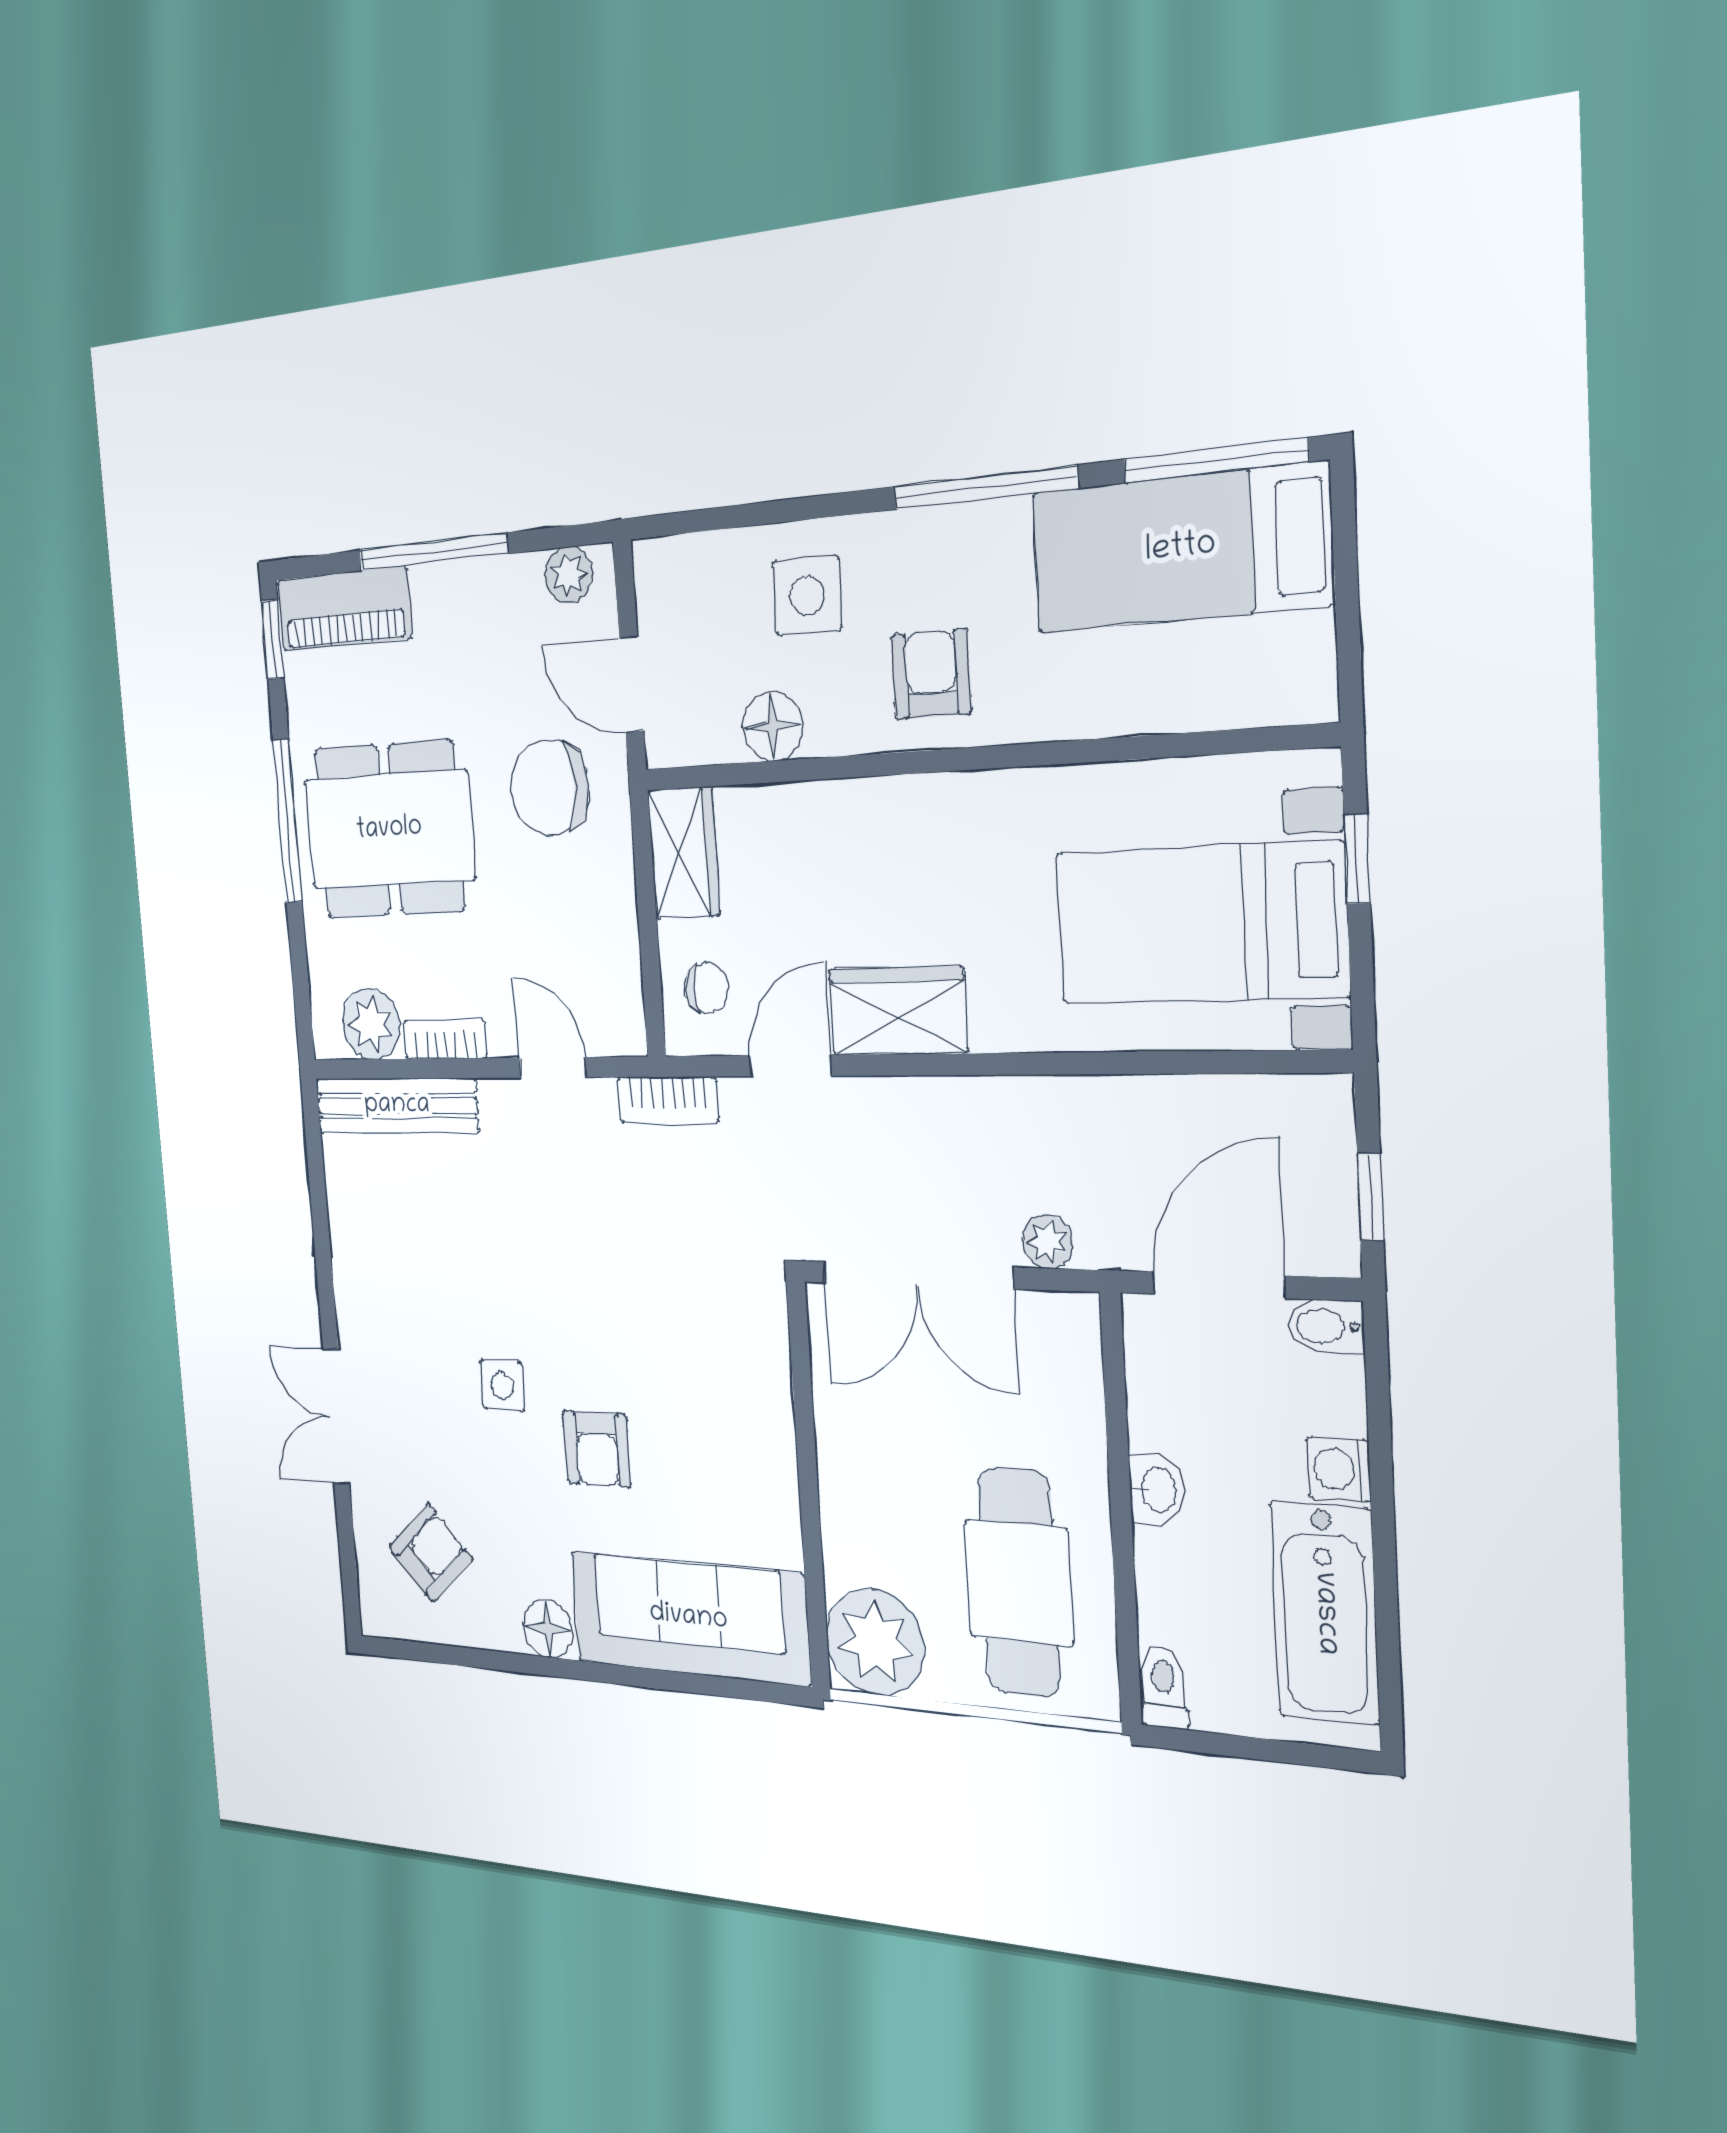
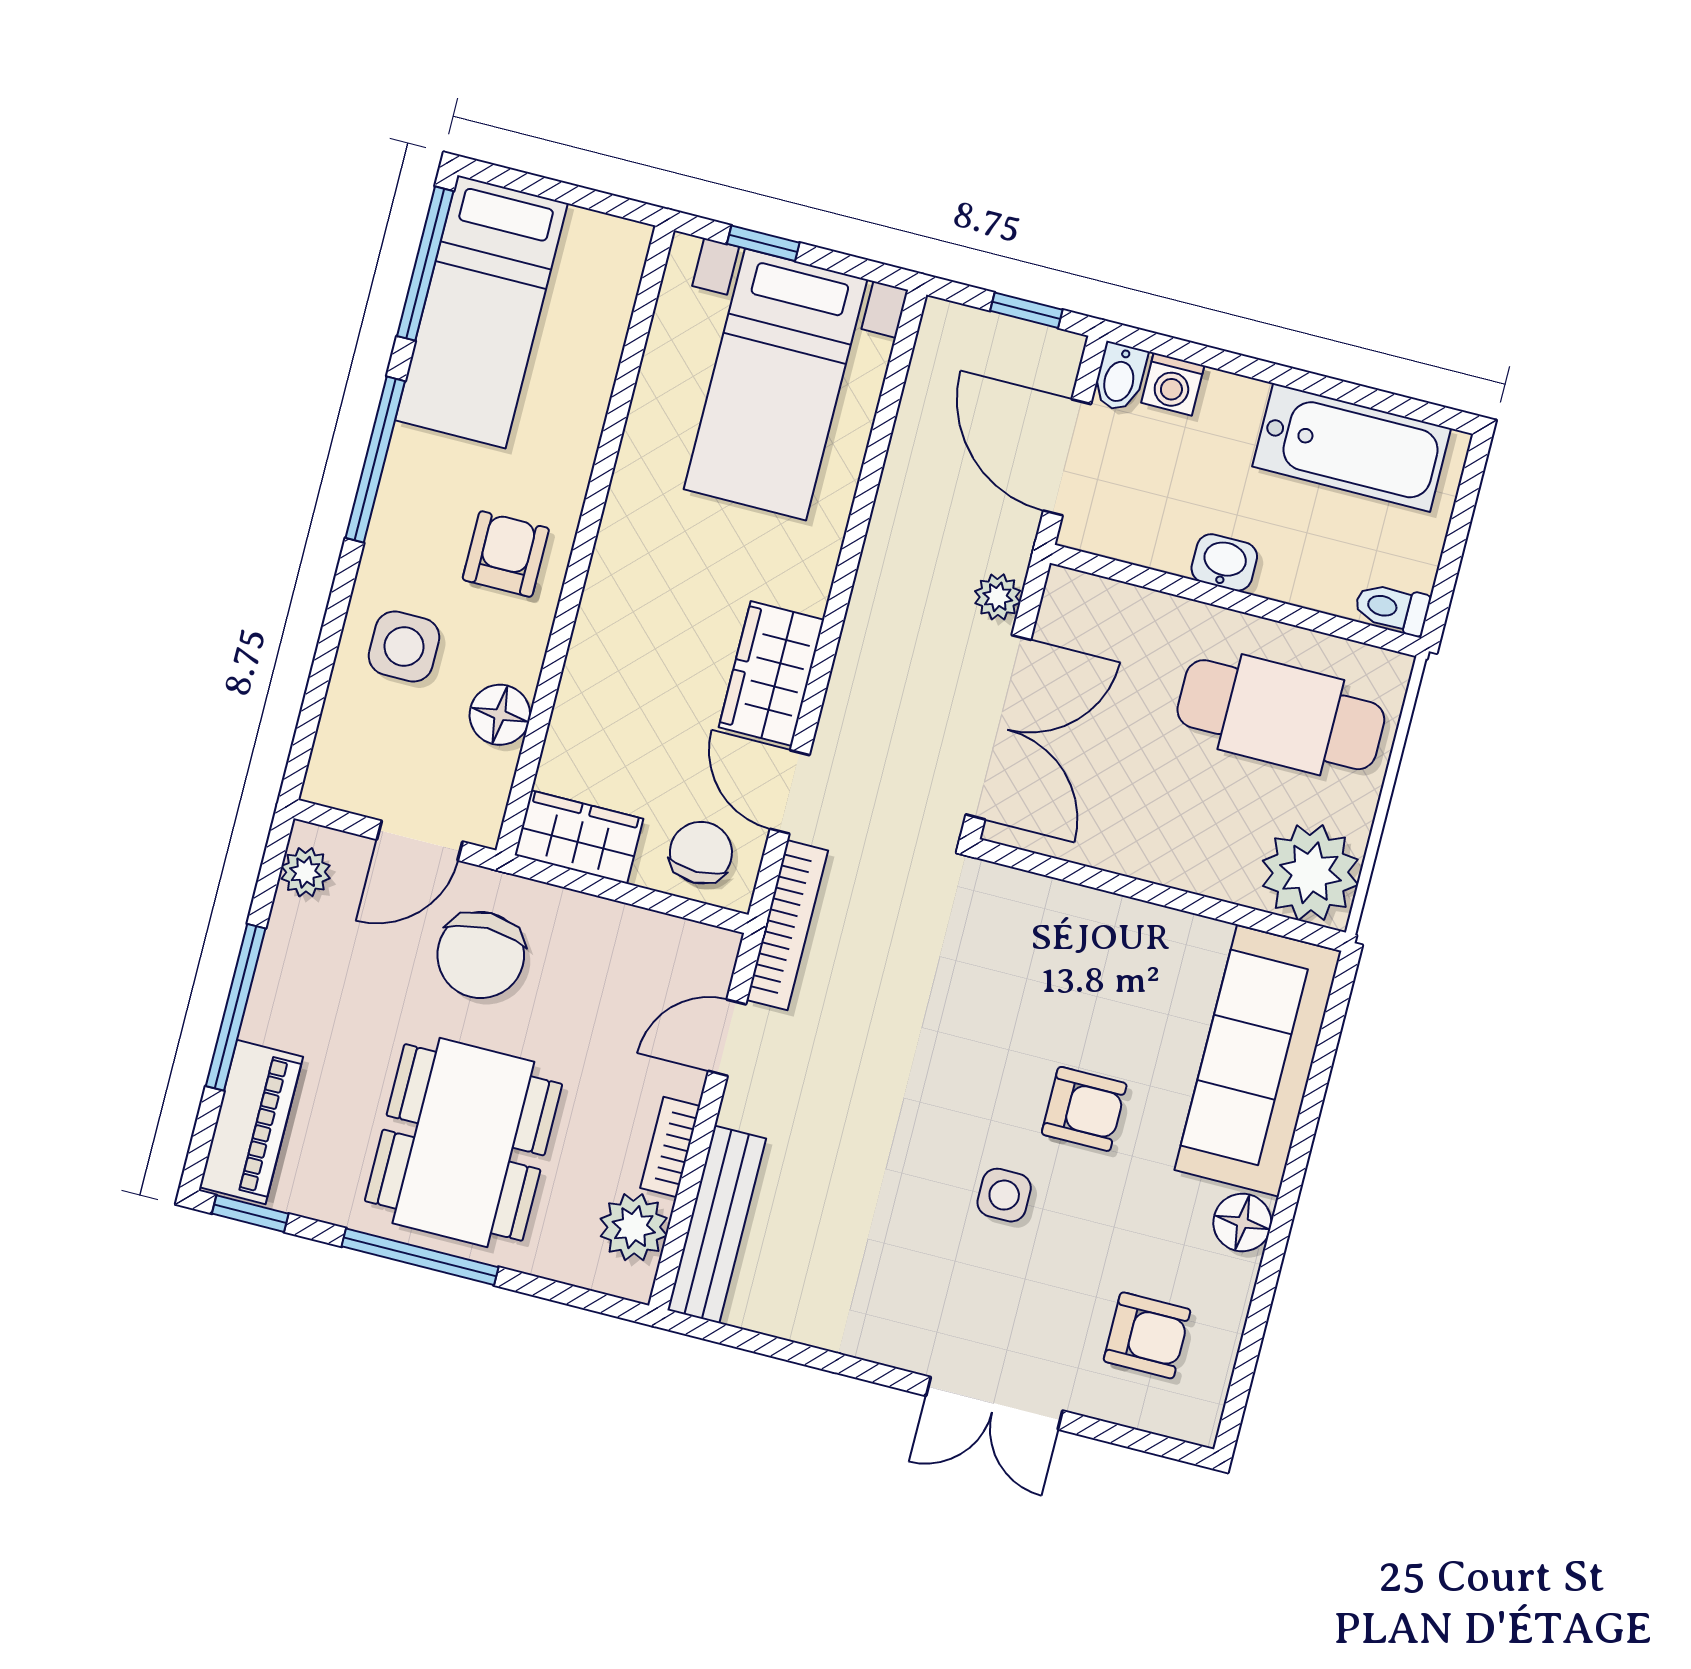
armchair: (931, 674) -> (506, 554), turned 90
chair: (707, 988) -> (701, 853), width x1.37, depth x1.37
bookcase: (668, 1100) -> (787, 925), width x1.56
washing machine: (1339, 1469) -> (1173, 384), moved
armchair: (431, 1553) -> (1147, 1335), turned 133

